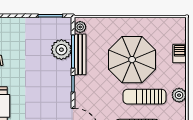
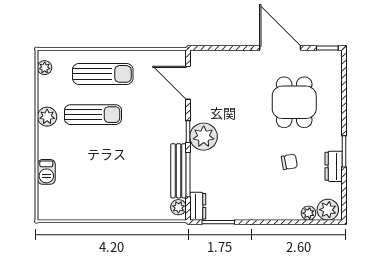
dresser: (66, 28) -> (198, 206), added
plant: (61, 50) -> (204, 137), moved
parasol: (132, 60) -> (110, 164), removed

